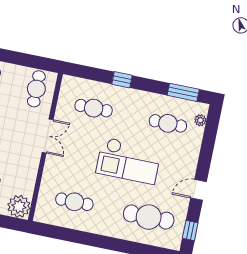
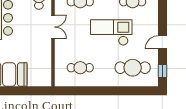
checkout: (129, 161) -> (111, 32), turned 180
plant: (19, 206) -> (43, 79), removed

